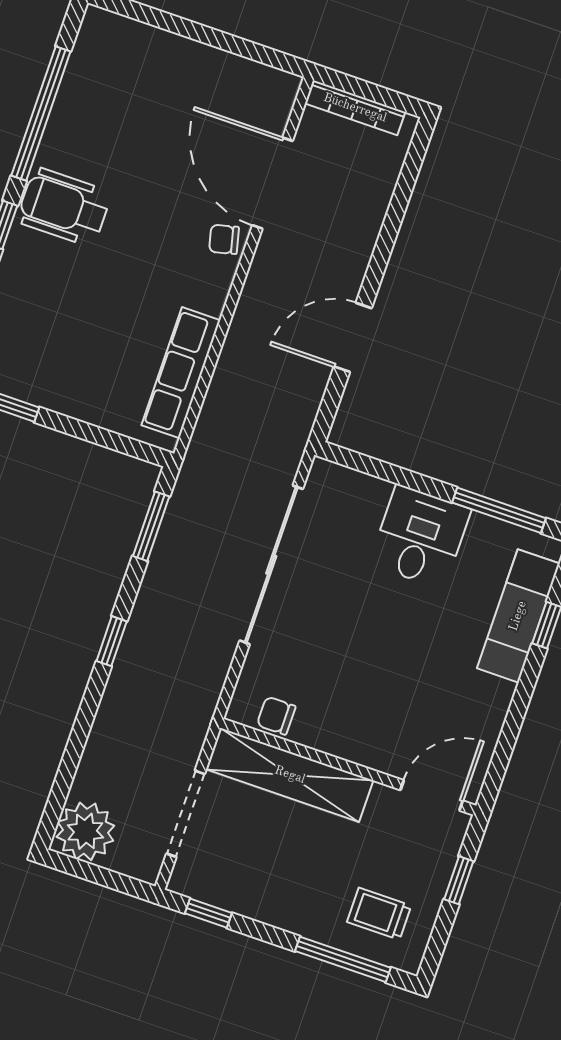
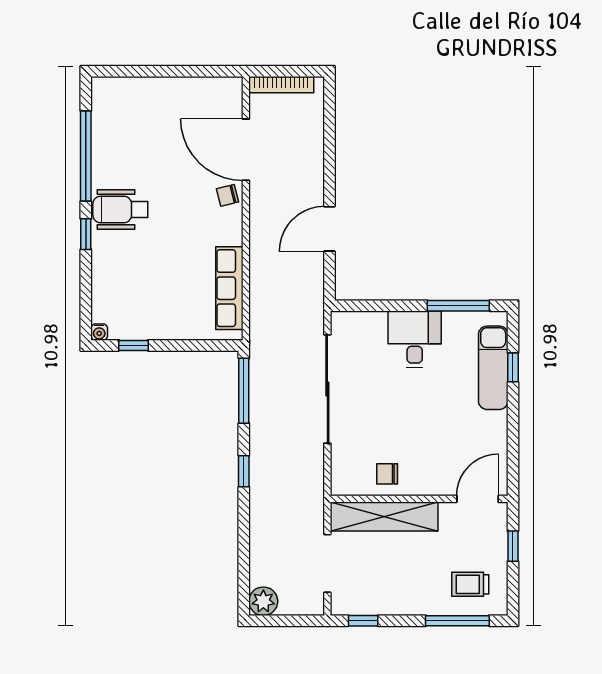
window: (151, 526) -> (244, 391), width x1.44
chair: (276, 716) -> (387, 474), moved
plant: (85, 831) -> (263, 601), width x0.73, depth x0.73

